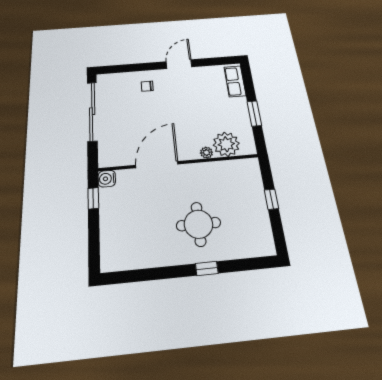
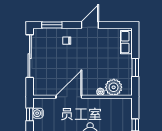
window: (124, 68) -> (52, 25), added
water cooler: (107, 179) -> (38, 113), moved

